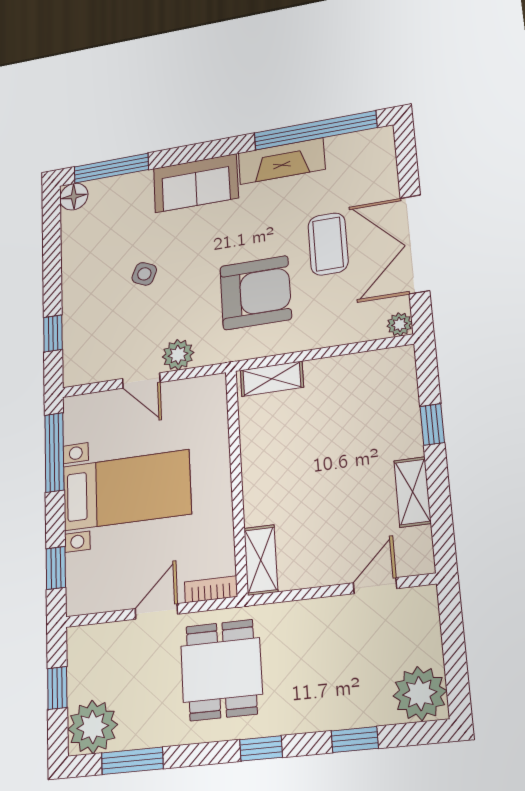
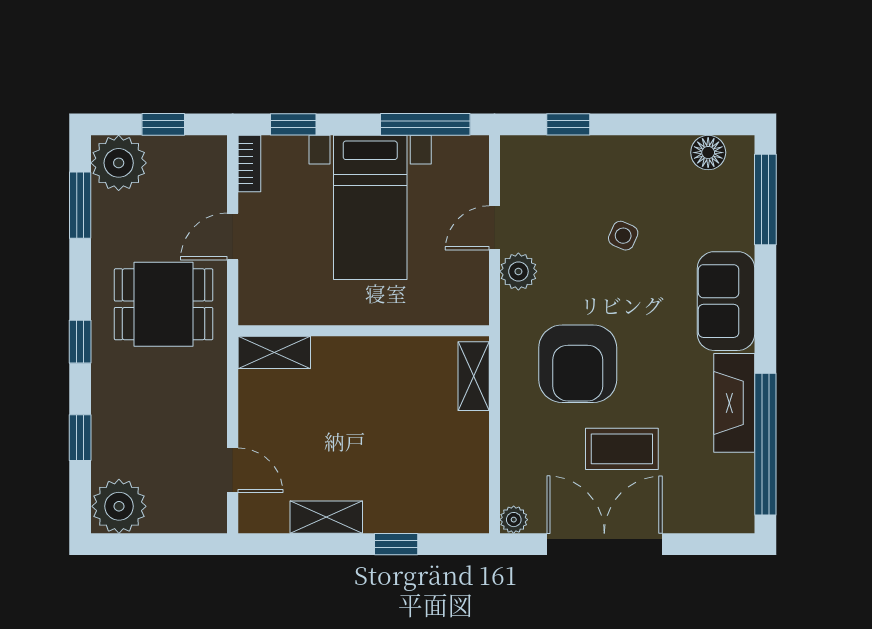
floor lamp: (74, 197) -> (708, 153), moved
bookcase: (211, 589) -> (249, 164), moved
door: (156, 611) -> (233, 236), swing flipped

